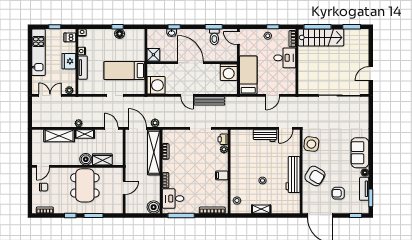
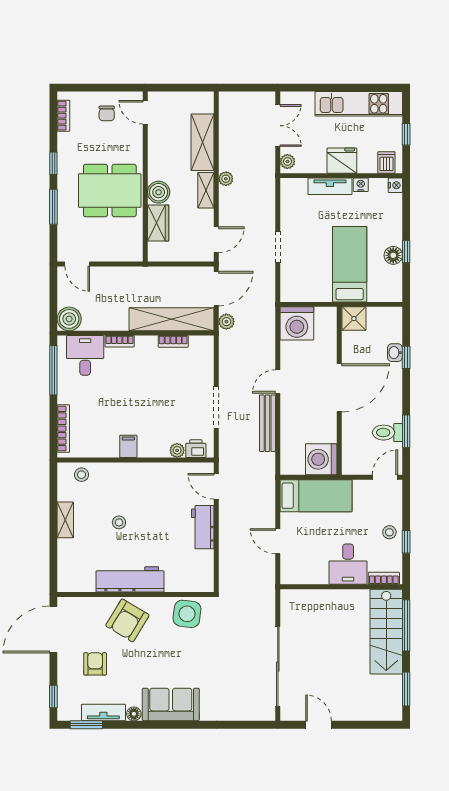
bed: (124, 71) -> (350, 264), moved
door: (286, 128) -> (216, 486), moved
door: (124, 188) -> (77, 264), moved

